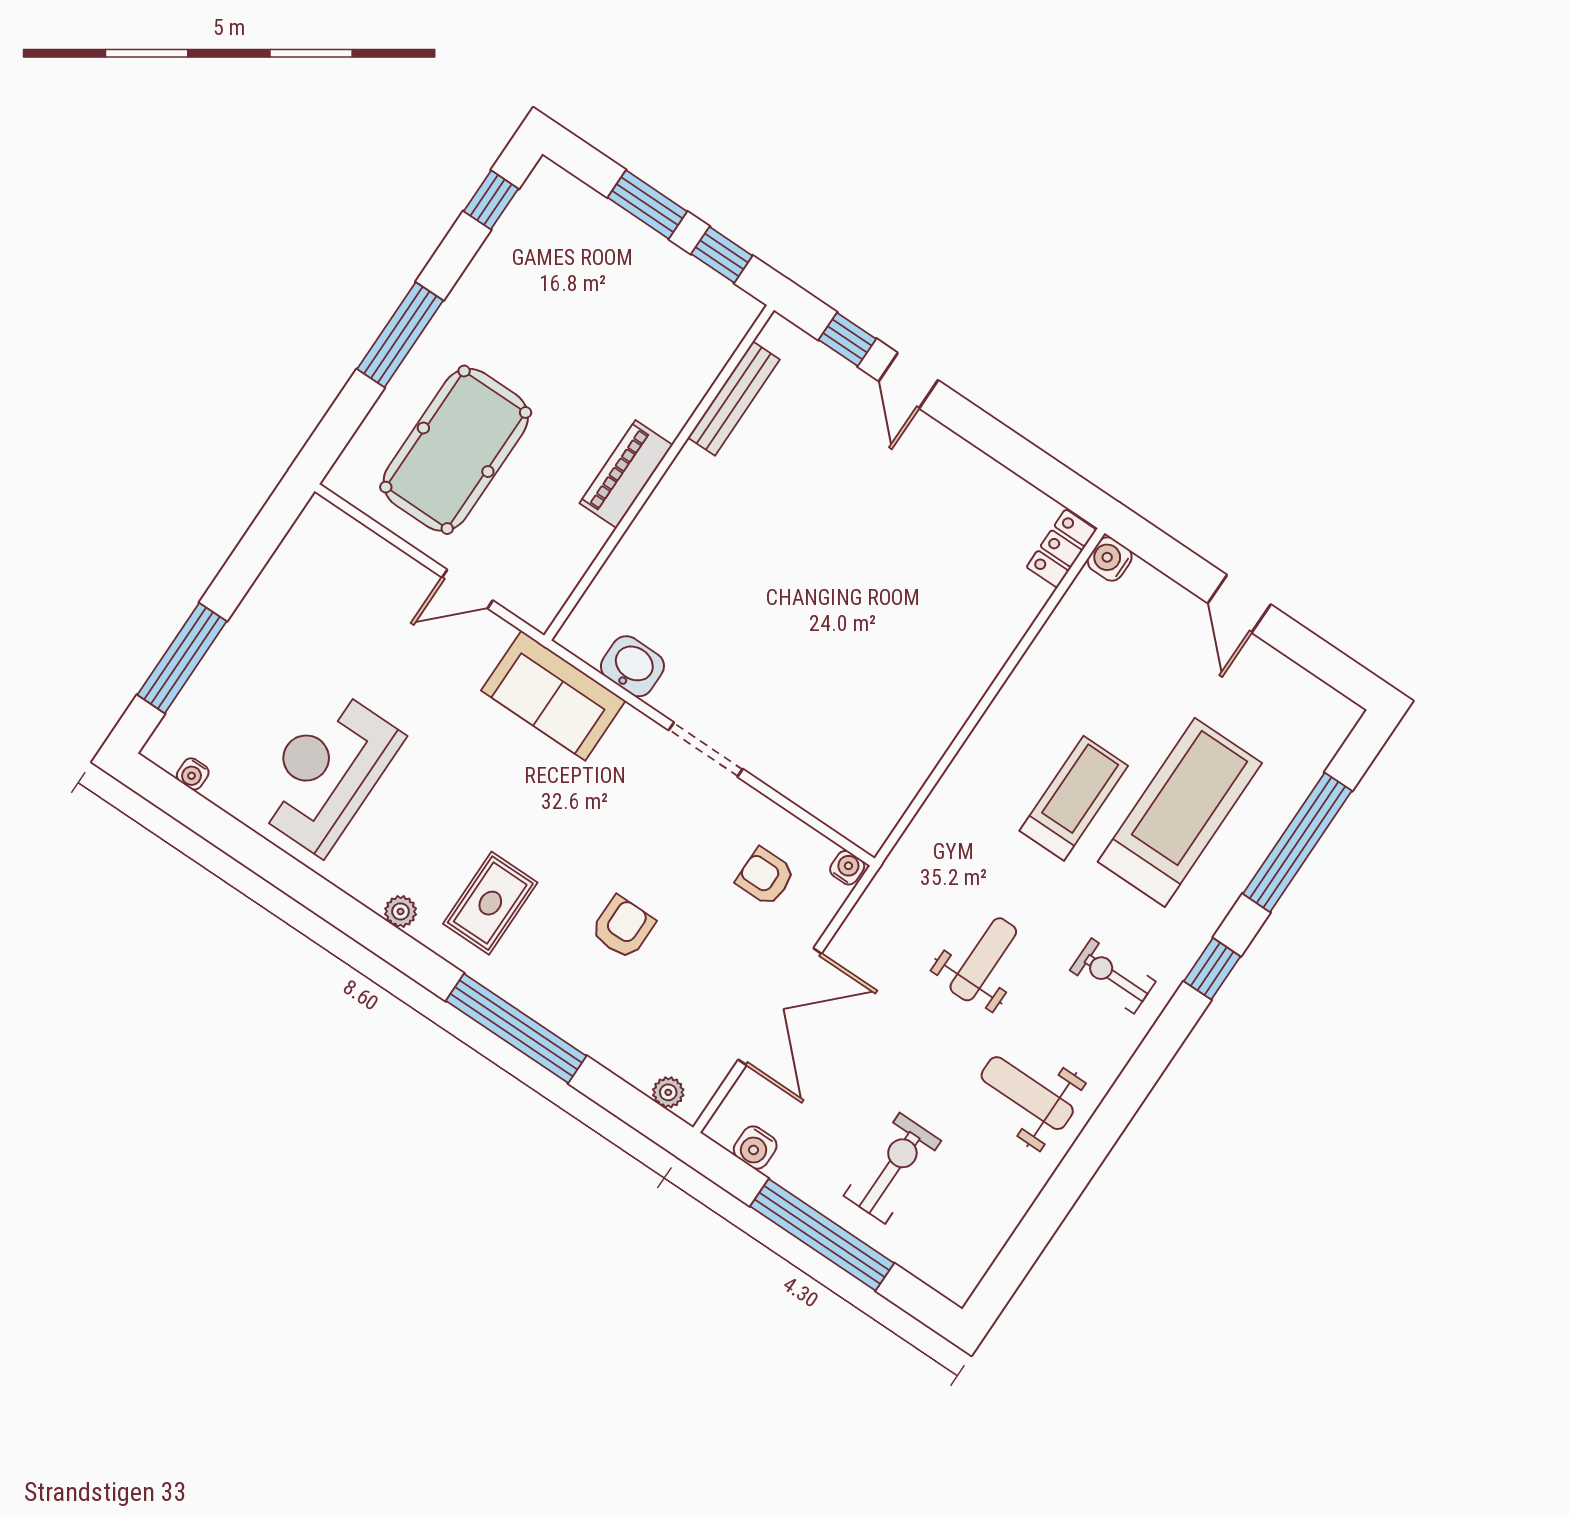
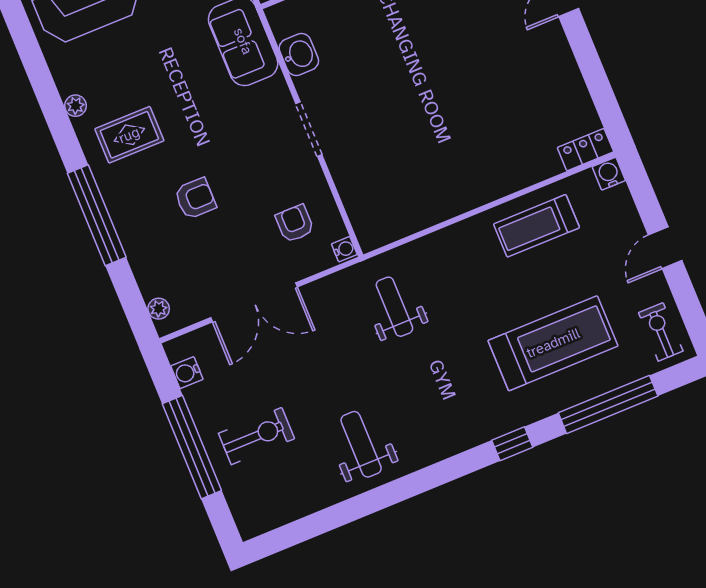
treadmill: (1074, 798) -> (536, 226), moved, turned 180
weight bench: (983, 959) -> (394, 307), moved, turned -90
exercise bike: (1113, 976) -> (661, 332), moved

